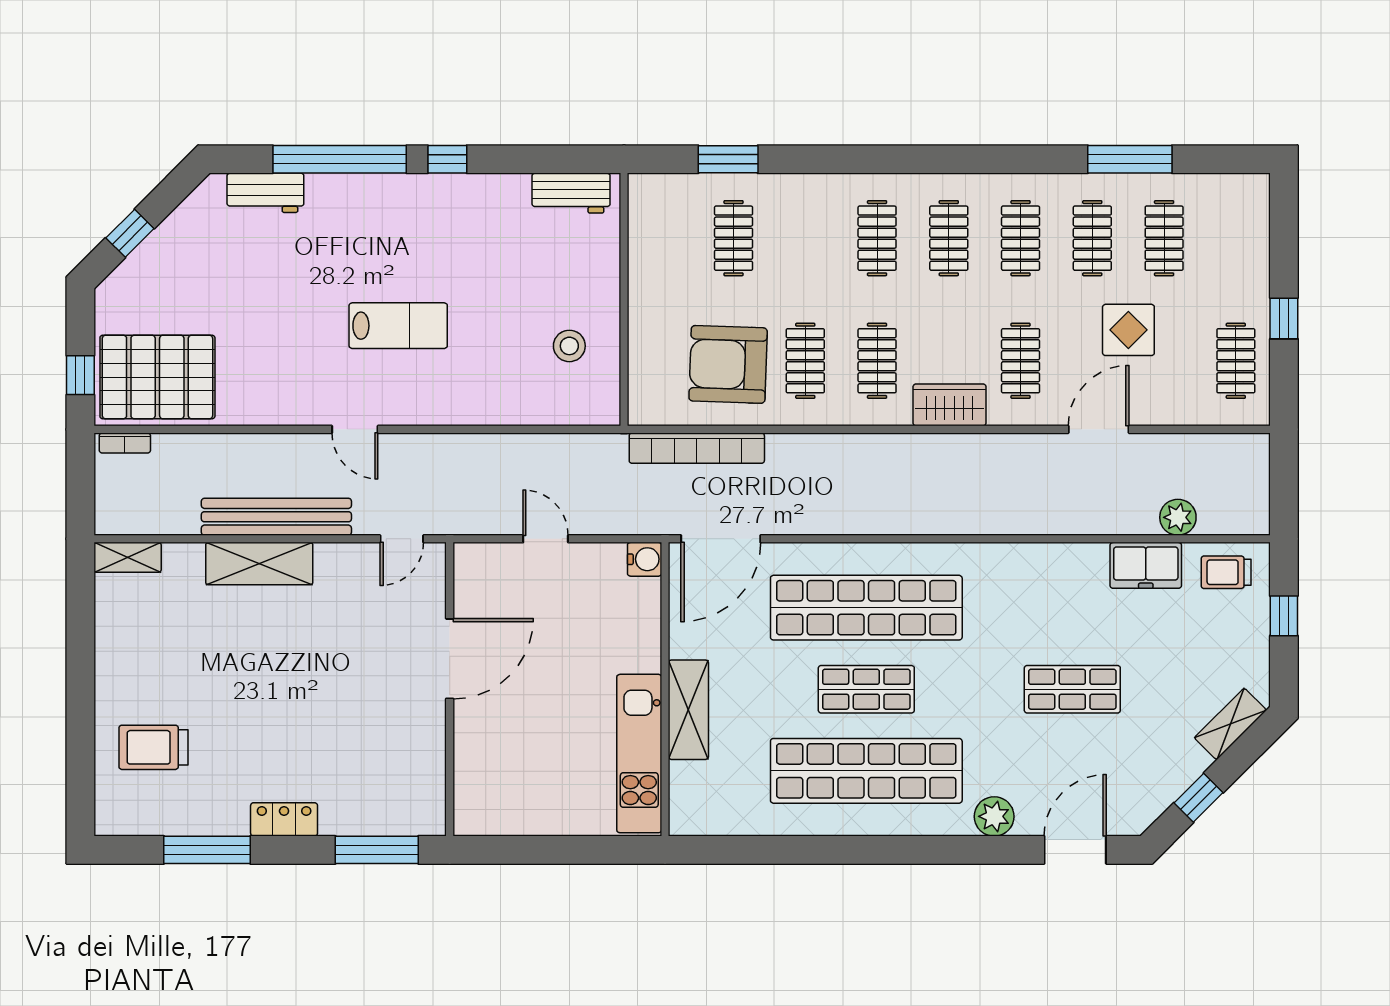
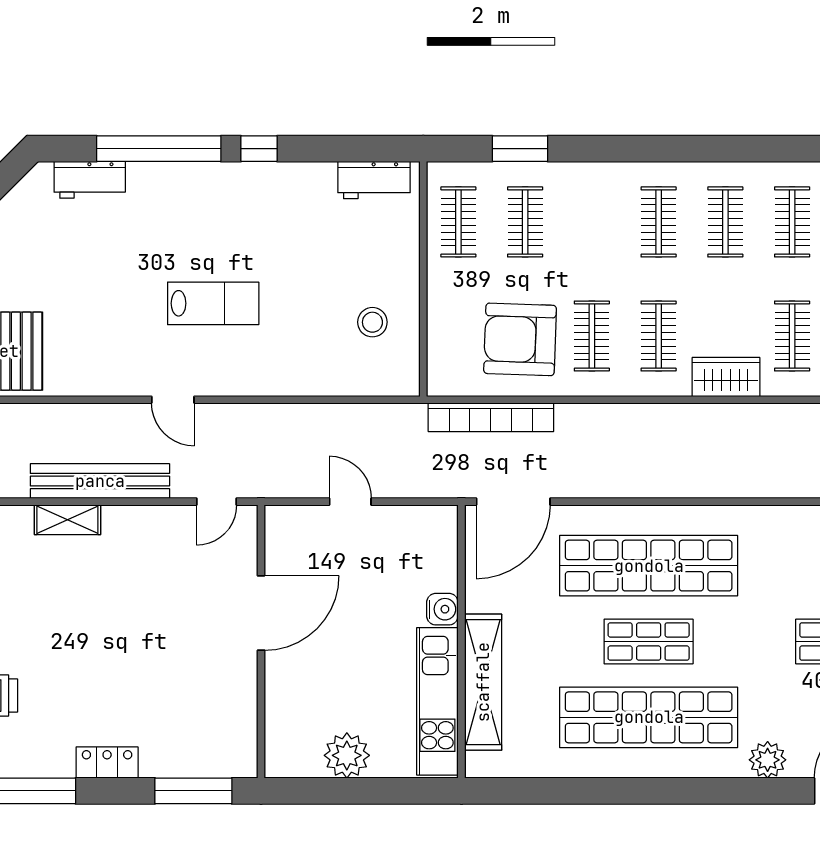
clothes rail: (662, 238) -> (458, 222), added
water cooler: (645, 559) -> (442, 609), moved
shelving: (259, 564) -> (67, 520), width x0.67, depth x0.75
shelving: (688, 710) -> (483, 682), width x1.47
plant: (542, 812) -> (347, 755), added

